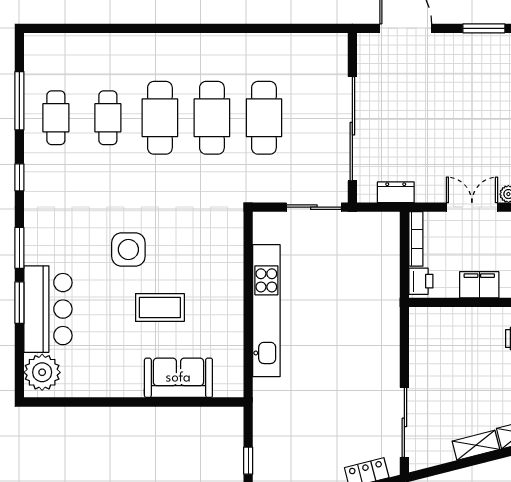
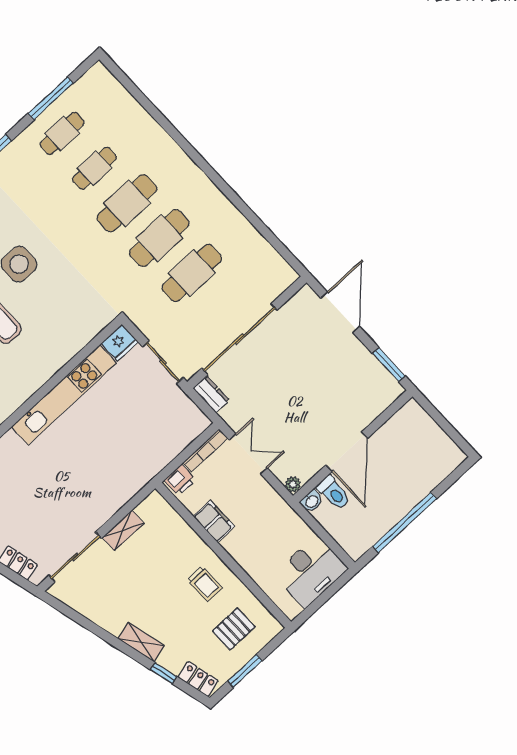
dresser: (396, 192) -> (211, 394), moved
double door: (472, 207) -> (248, 454), moved
fridge: (266, 227) -> (120, 343), added
shelving: (476, 445) -> (123, 530), moved, turned -76

